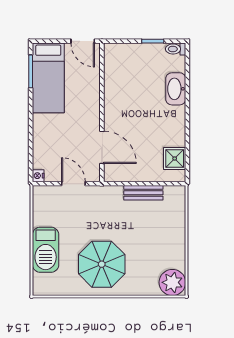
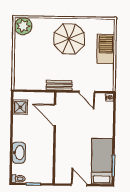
wall: (102, 112) -> (54, 138), moved
door: (102, 147) -> (55, 115), moved
bench: (143, 193) -> (59, 85), moved

